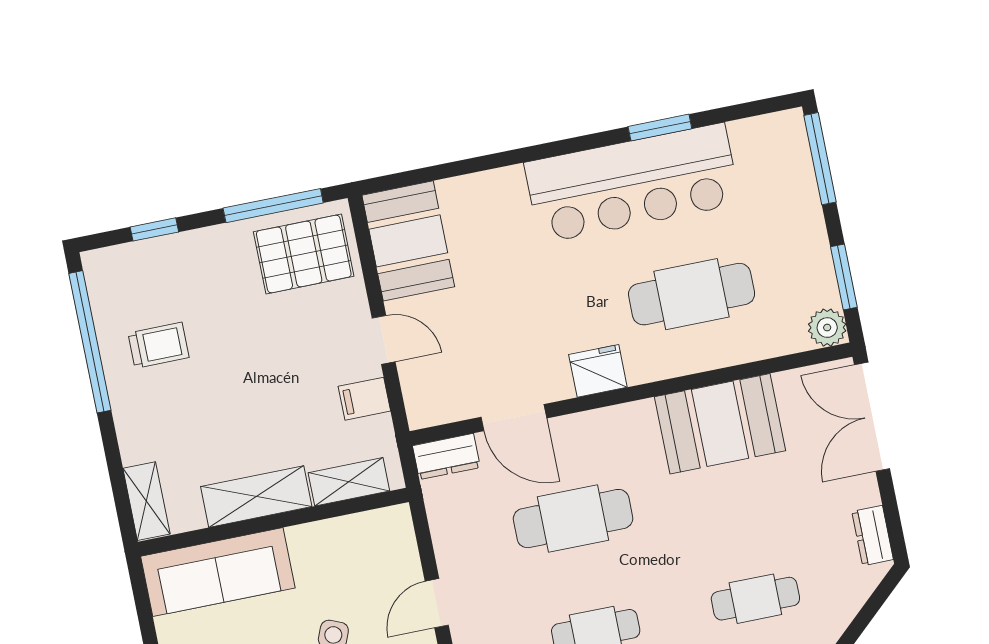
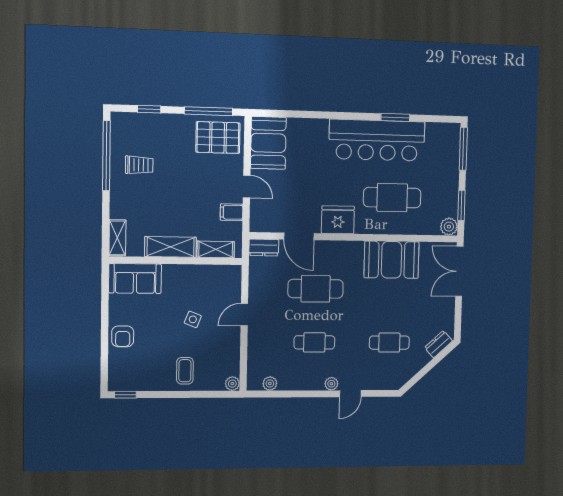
fridge: (598, 371) -> (338, 220), width x1.36, depth x1.34
dresser: (873, 536) -> (439, 344), moved, turned 48
sofa: (218, 572) -> (135, 278), width x0.73

